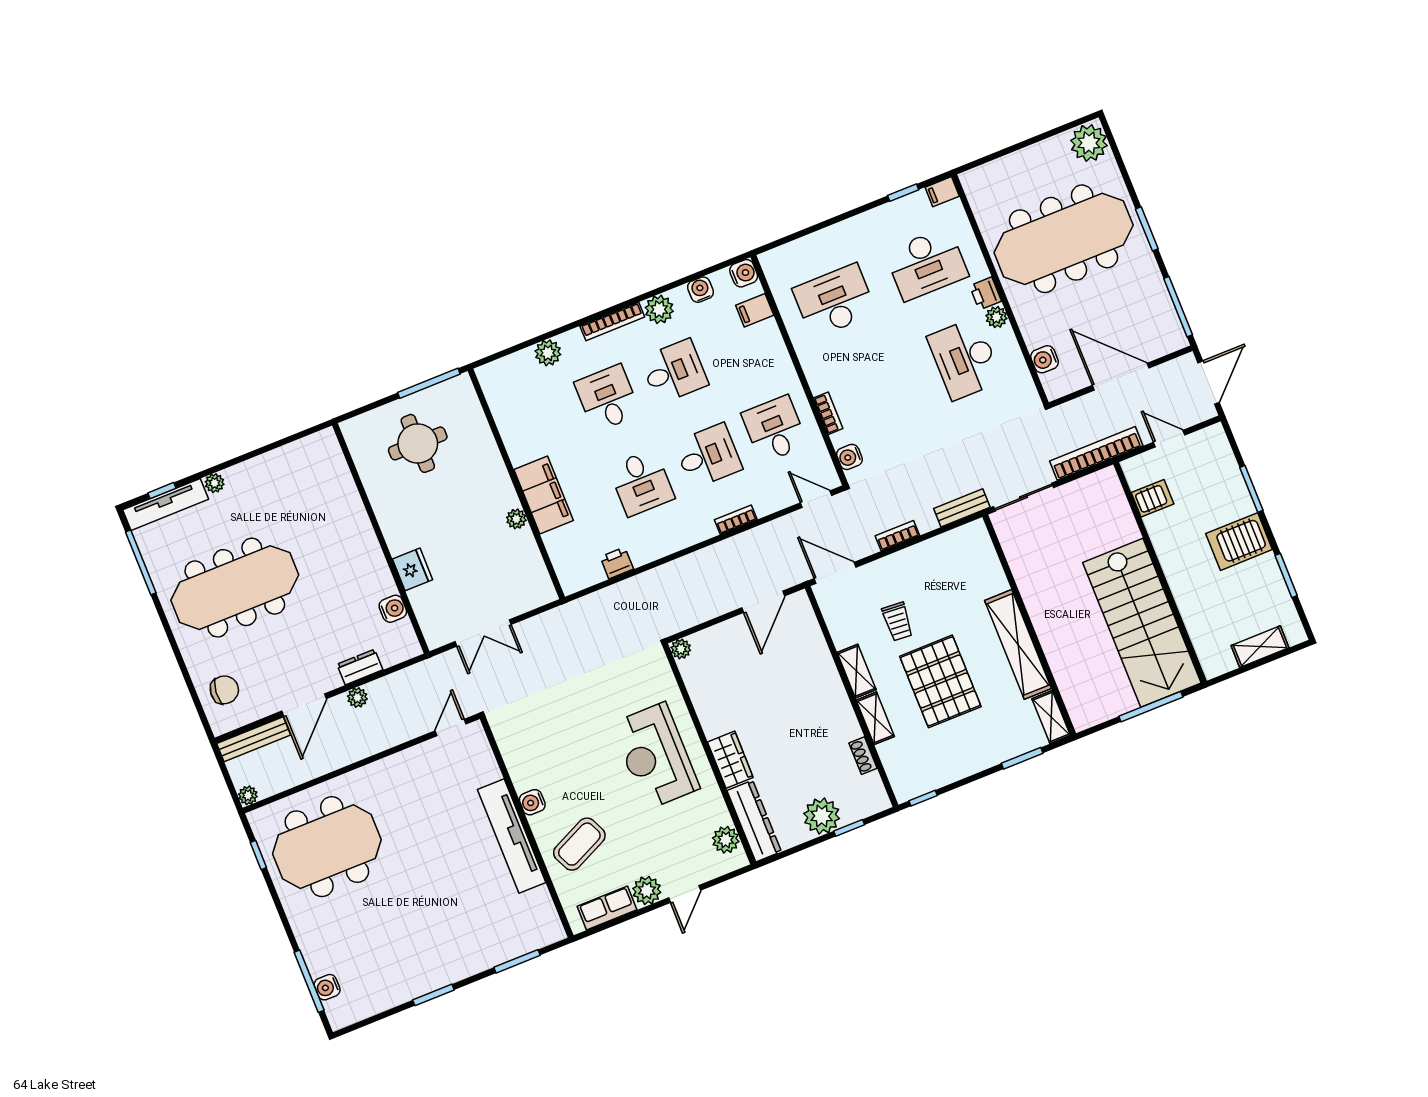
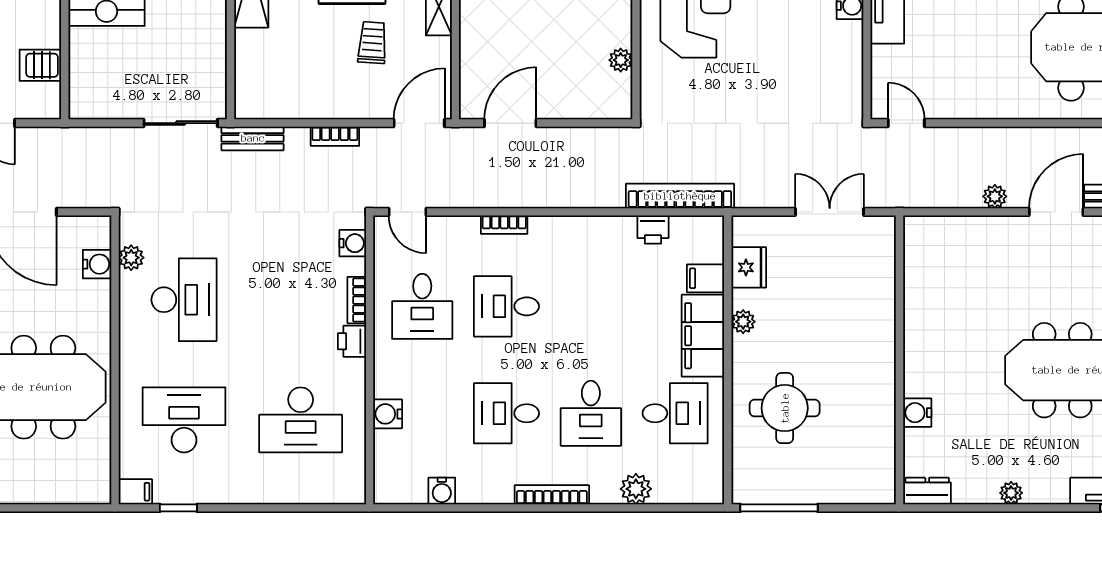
water cooler: (744, 273) -> (388, 414), moved
printer: (986, 294) -> (352, 341), moved, turned 180
plant: (659, 309) -> (495, 487), removed
filing cabinet: (755, 310) -> (706, 278), moved, turned 180
plant: (996, 317) -> (131, 258), moved
round table: (418, 443) -> (785, 408), moved
bookcase: (1096, 453) -> (680, 196), moved, turned 180
plant: (215, 483) -> (1011, 493), moved
desk: (641, 483) -> (675, 413), moved, turned 90
fridge: (412, 569) -> (749, 267), moved, turned 180
door: (835, 573) -> (419, 123), swing flipped
water cooler: (393, 609) -> (917, 413), moved
plant: (681, 649) -> (621, 60), moved
dresser: (360, 667) -> (927, 491), moved, turned 180
door: (451, 727) -> (906, 123), swing flipped

